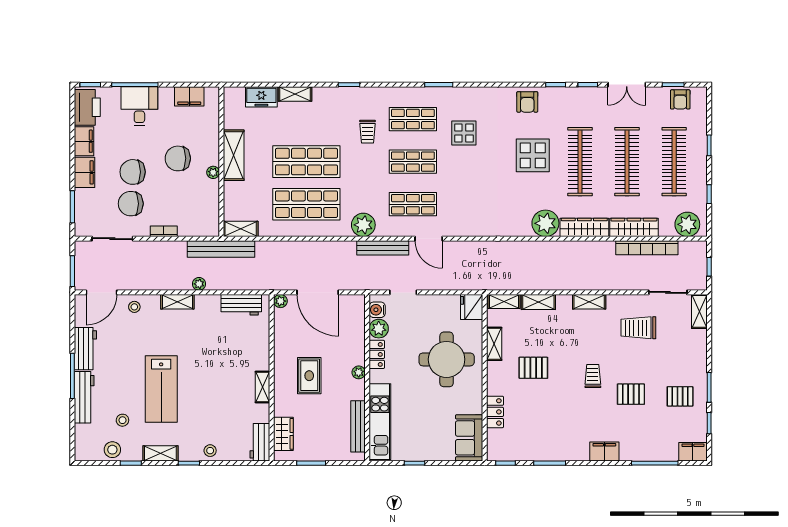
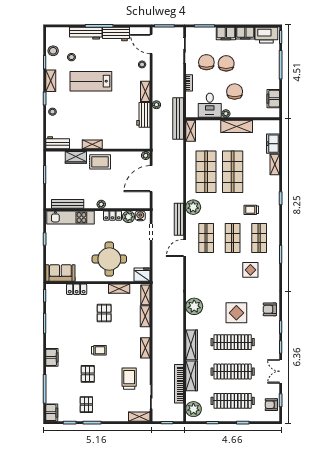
desk: (139, 106) -> (210, 105), moved, turned 90
plant: (545, 223) -> (194, 306), moved
workbench: (241, 305) -> (143, 115), moved
rug: (309, 376) -> (100, 162), moved
wardrobe: (283, 434) -> (76, 157), moved

